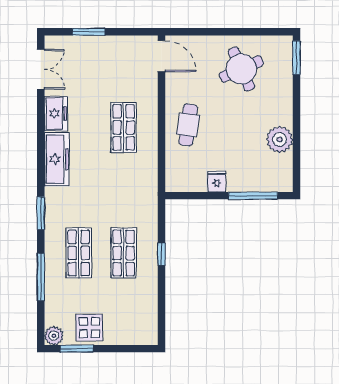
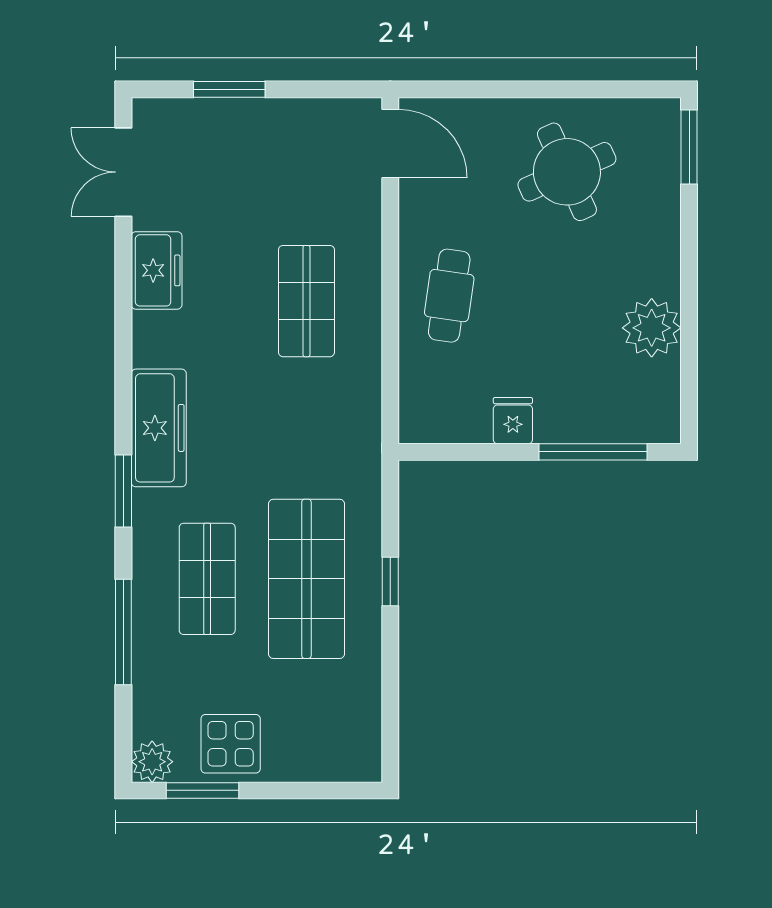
double door: (41, 69) -> (123, 172), swing flipped
freezer: (57, 159) -> (159, 428), moved
shop shelf: (124, 253) -> (306, 579), width x1.43, depth x1.36

